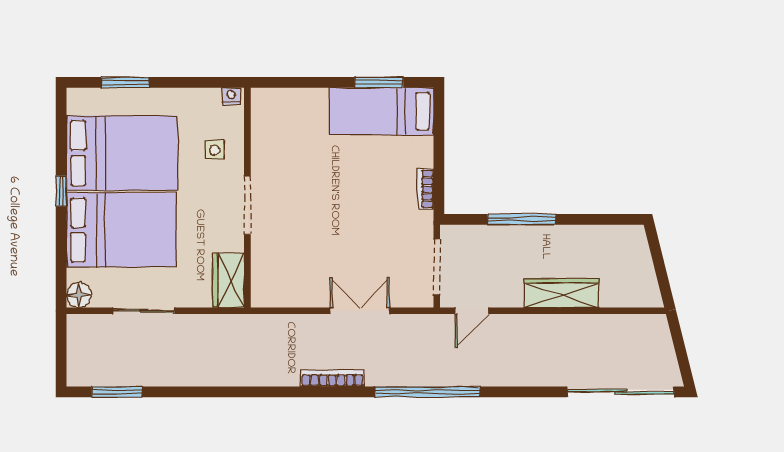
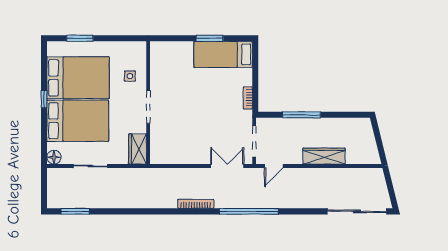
window: (379, 82) -> (210, 38), moved
nightstand: (231, 96) -> (139, 46), removed
double door: (360, 311) -> (227, 166), moved

